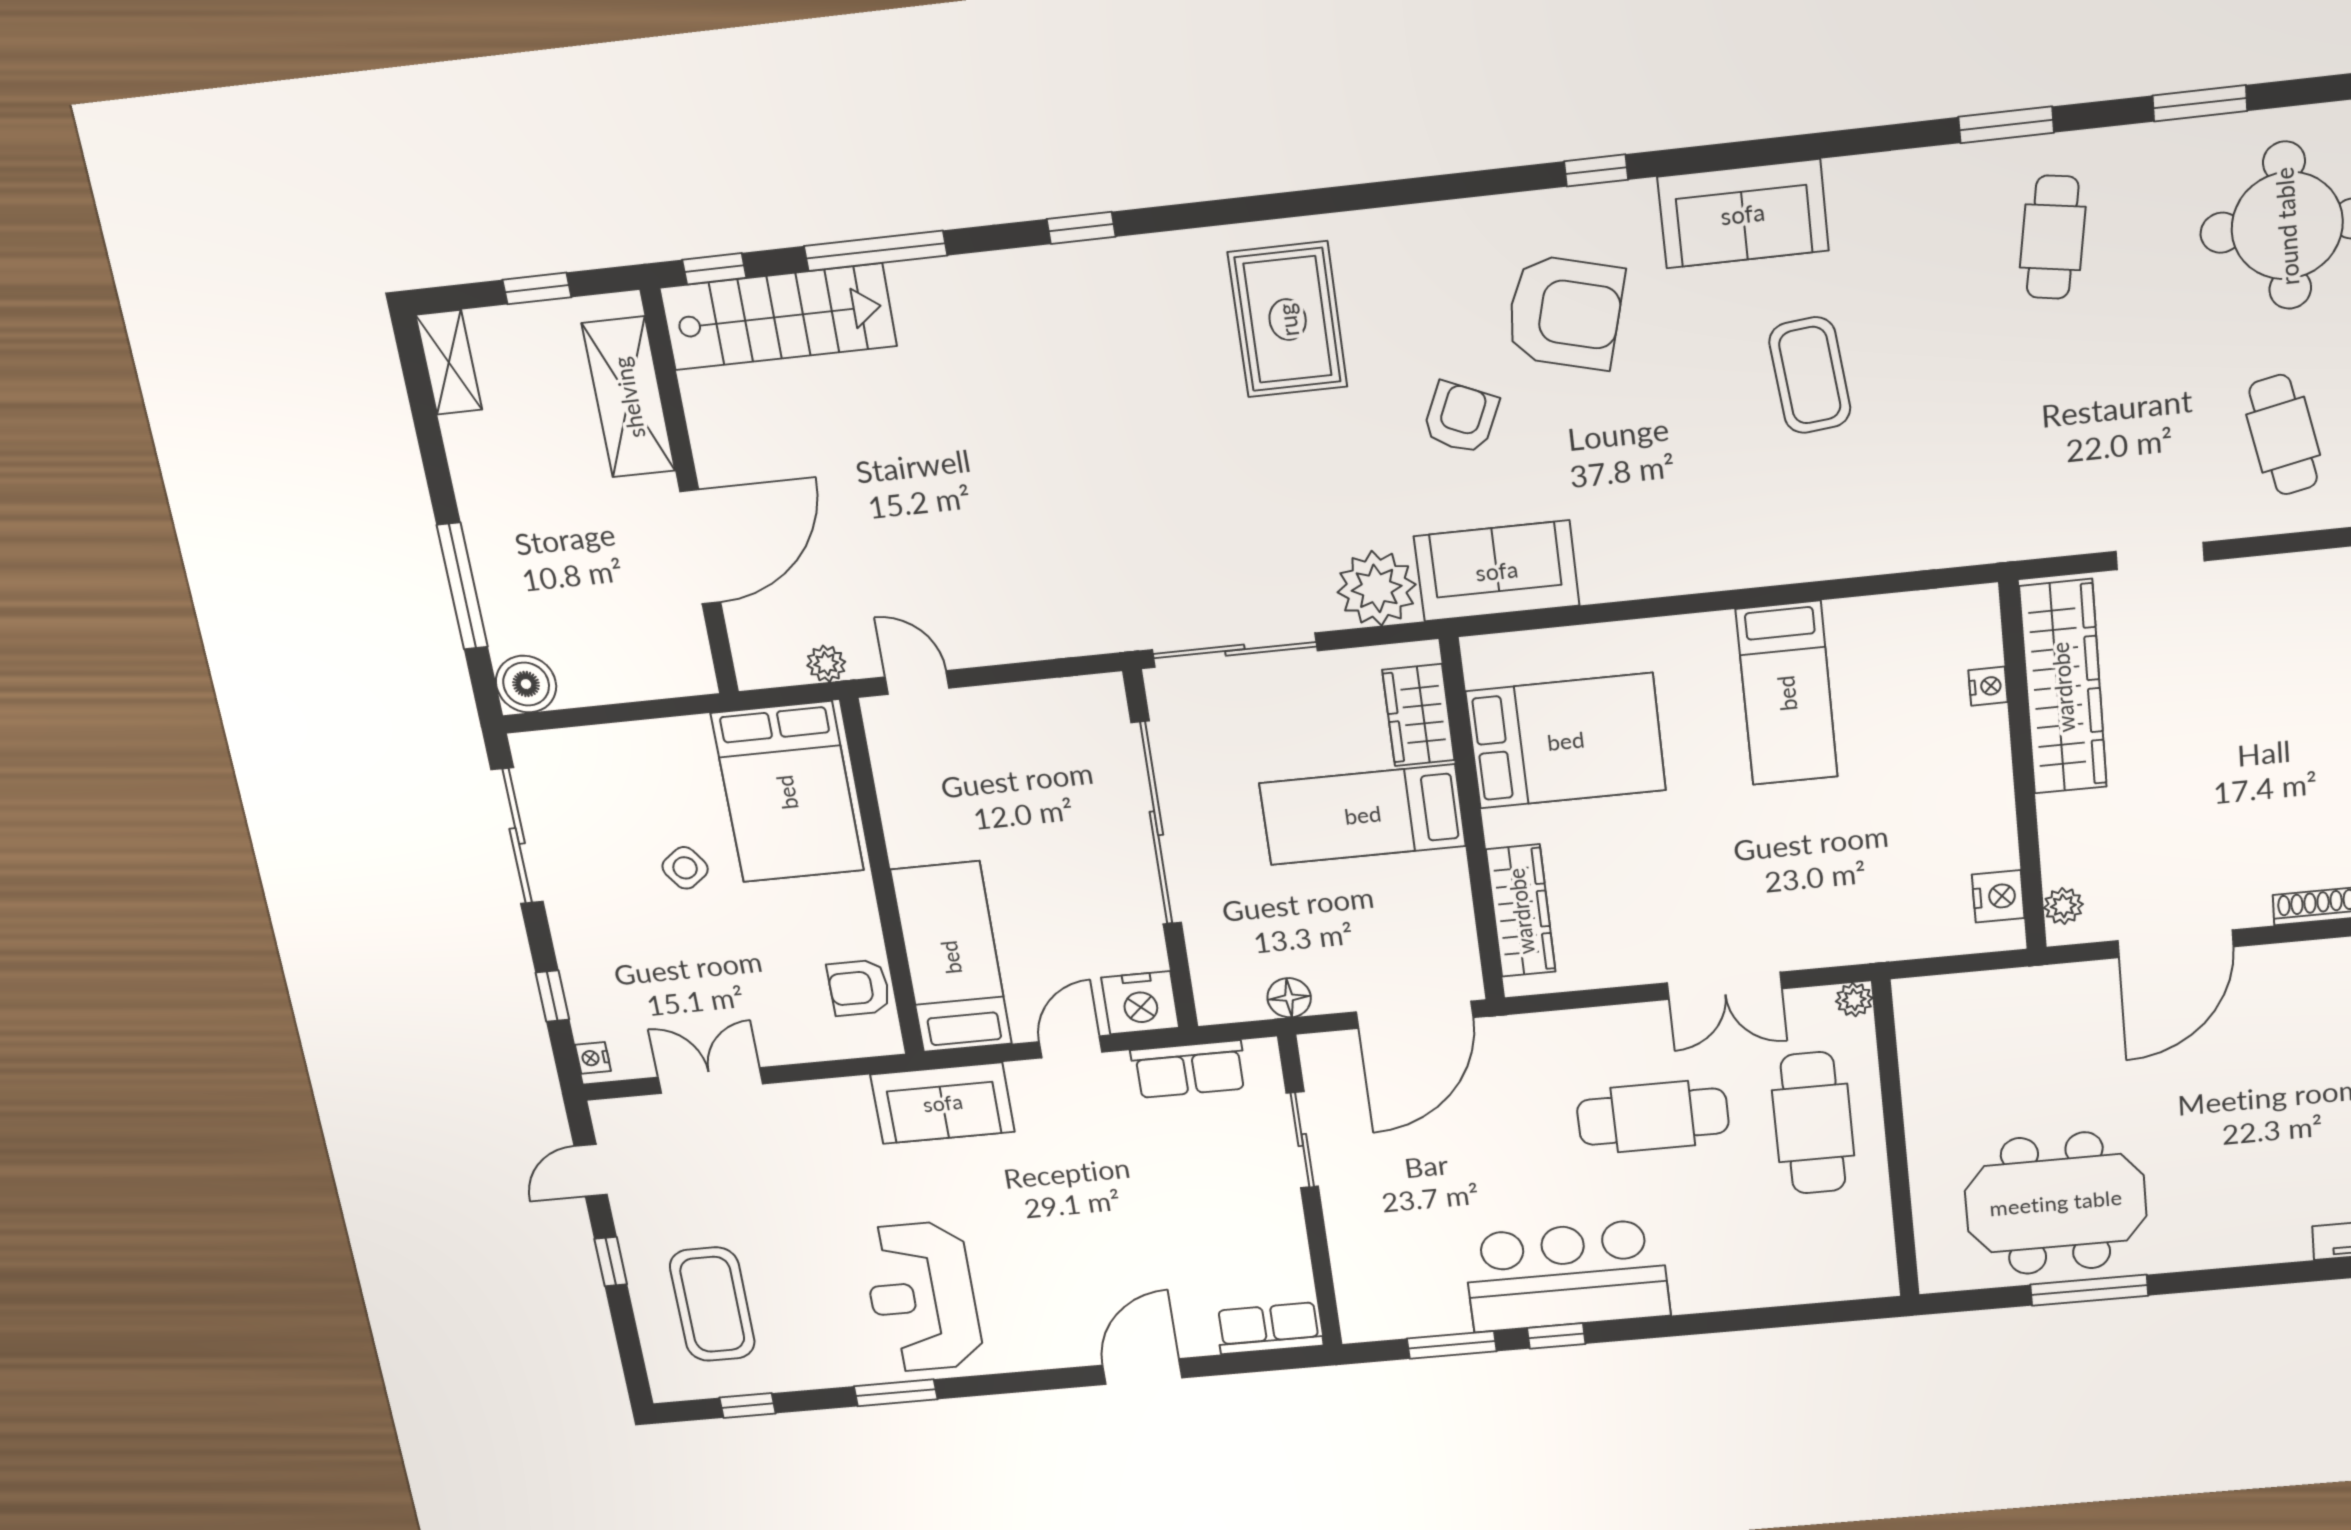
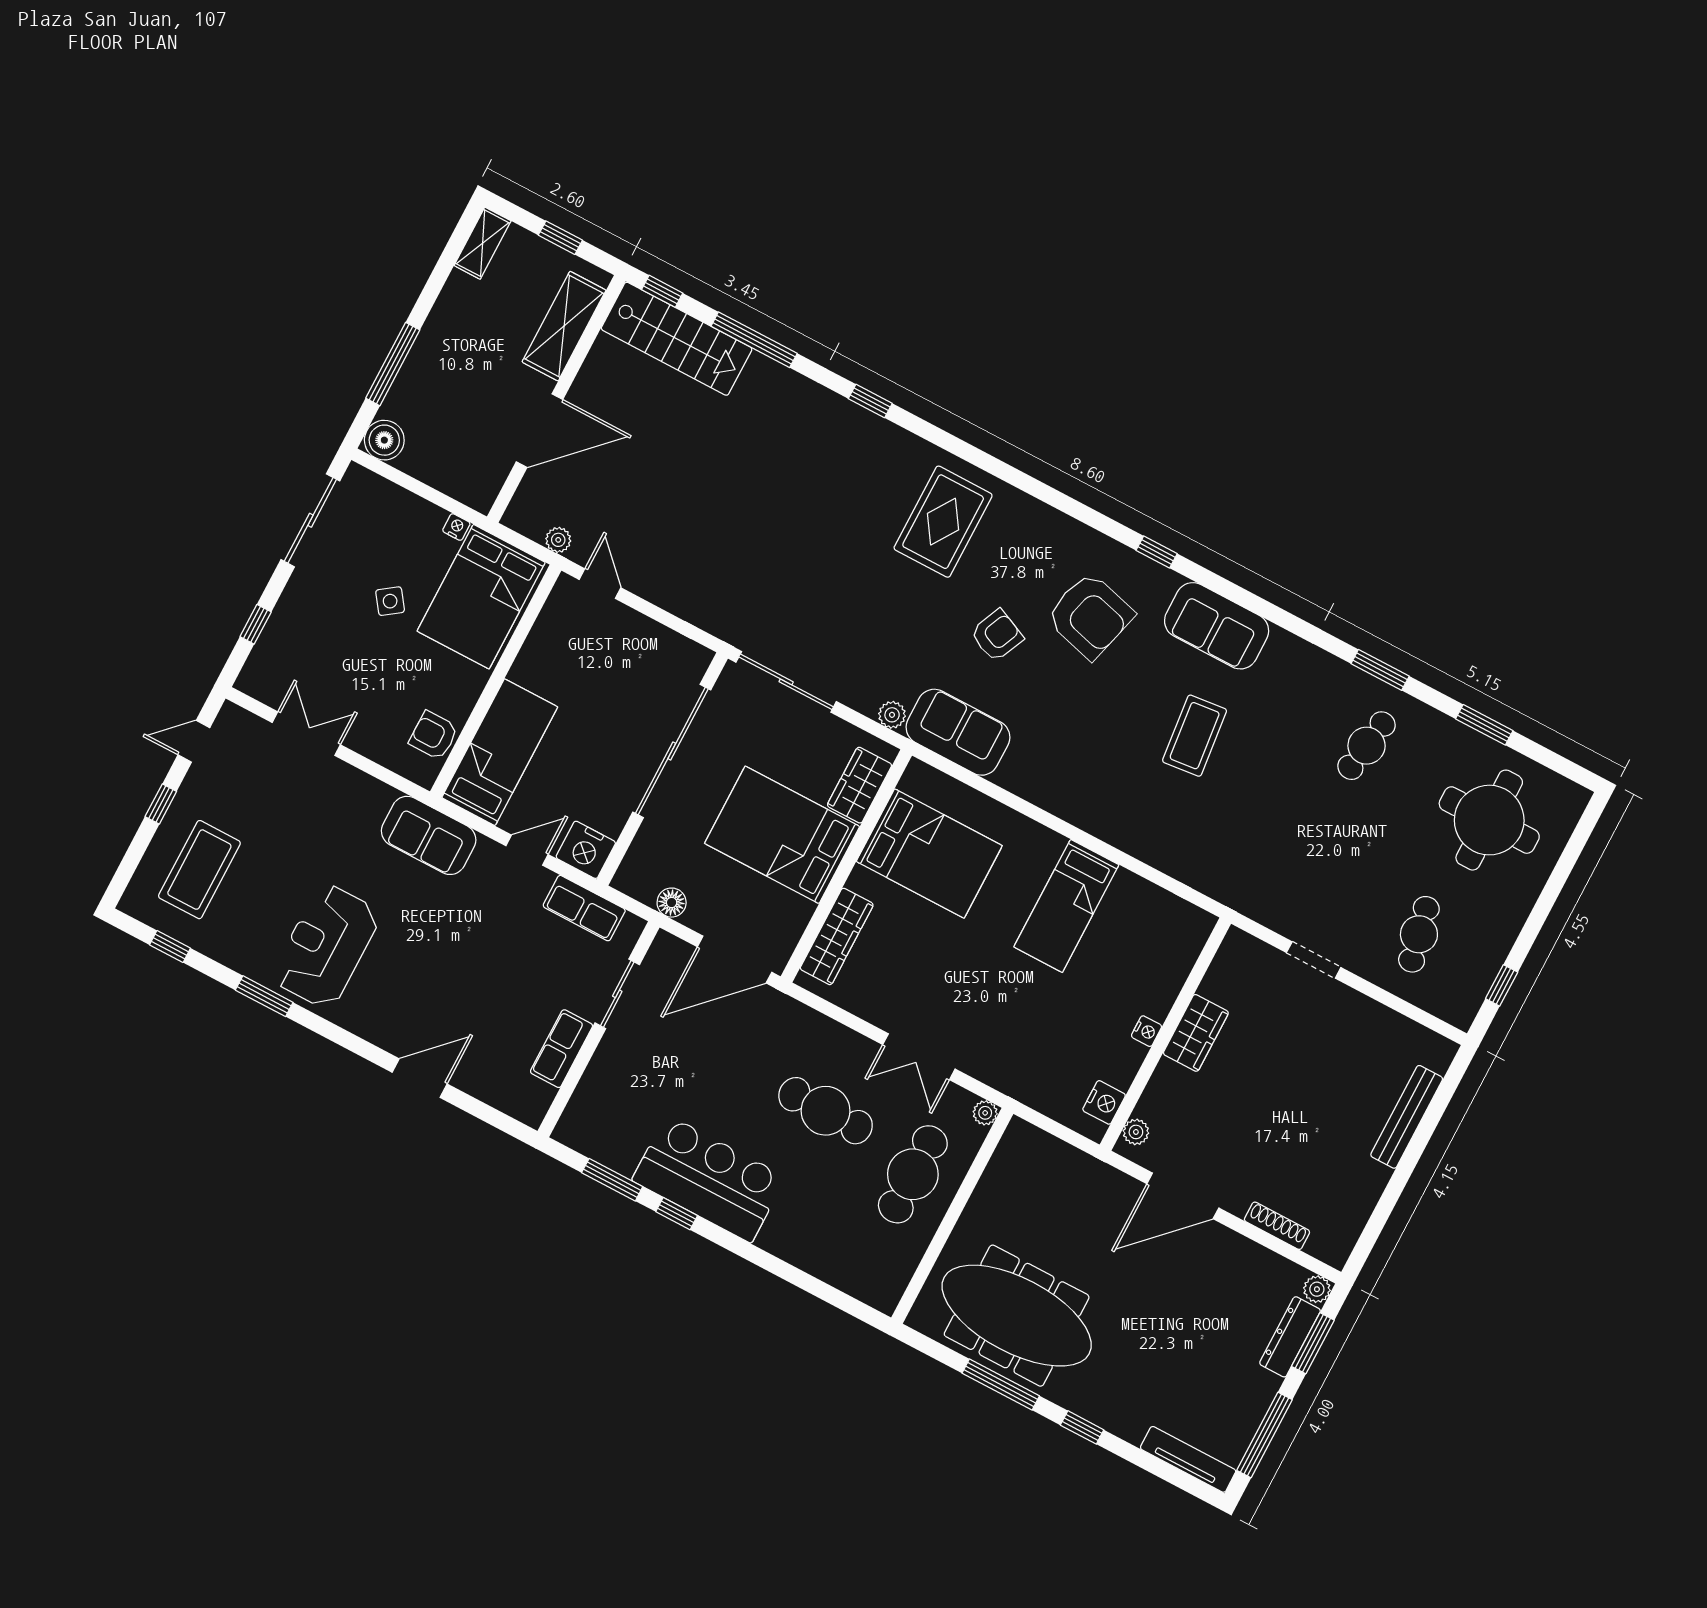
plant: (1377, 588) -> (892, 715), width x0.53, depth x0.53
nightstand: (1988, 686) -> (1147, 1031), moved
wardrobe: (2063, 687) -> (1196, 1033), width x0.48, depth x0.85
bed: (1363, 815) -> (782, 835), width x1.50
nightstand: (593, 1058) -> (456, 527), moved, turned 90
meeting table: (2056, 1203) -> (1017, 1316), width x1.36
window: (2225, 1278) -> (1082, 1427), added
row of seats: (1269, 1328) -> (562, 1049), moved, turned -90

